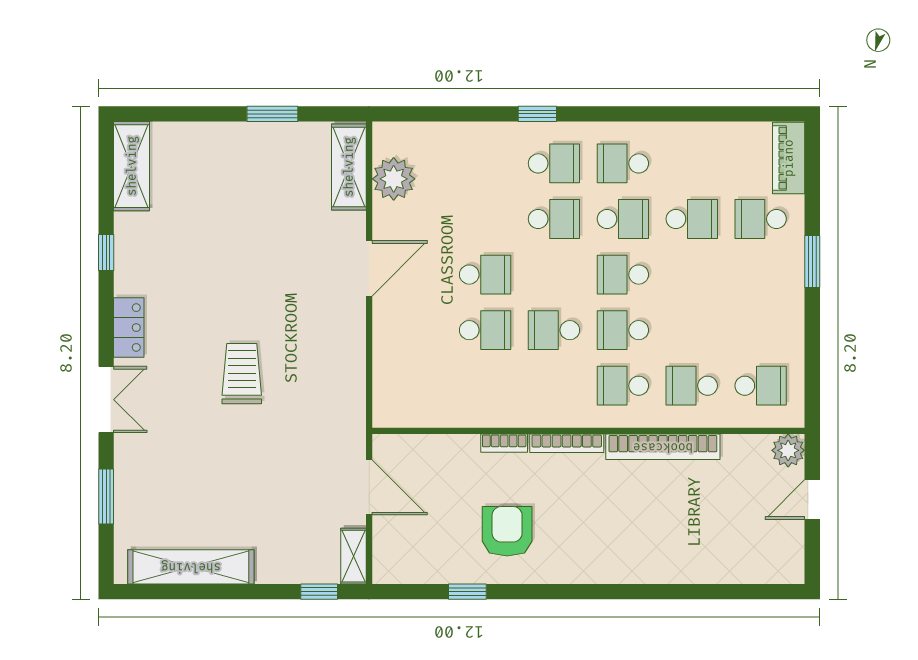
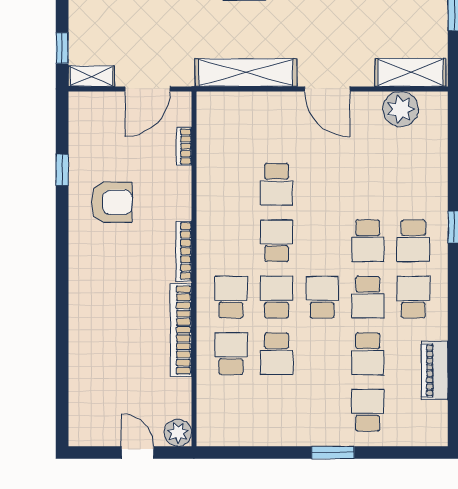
piano: (789, 158) -> (435, 370), moved, turned -90
school desk: (485, 275) -> (322, 184), removed
shelving: (349, 367) -> (246, 73), added
school desk: (761, 386) -> (277, 354), moved
bookcase: (504, 443) -> (184, 146), moved

